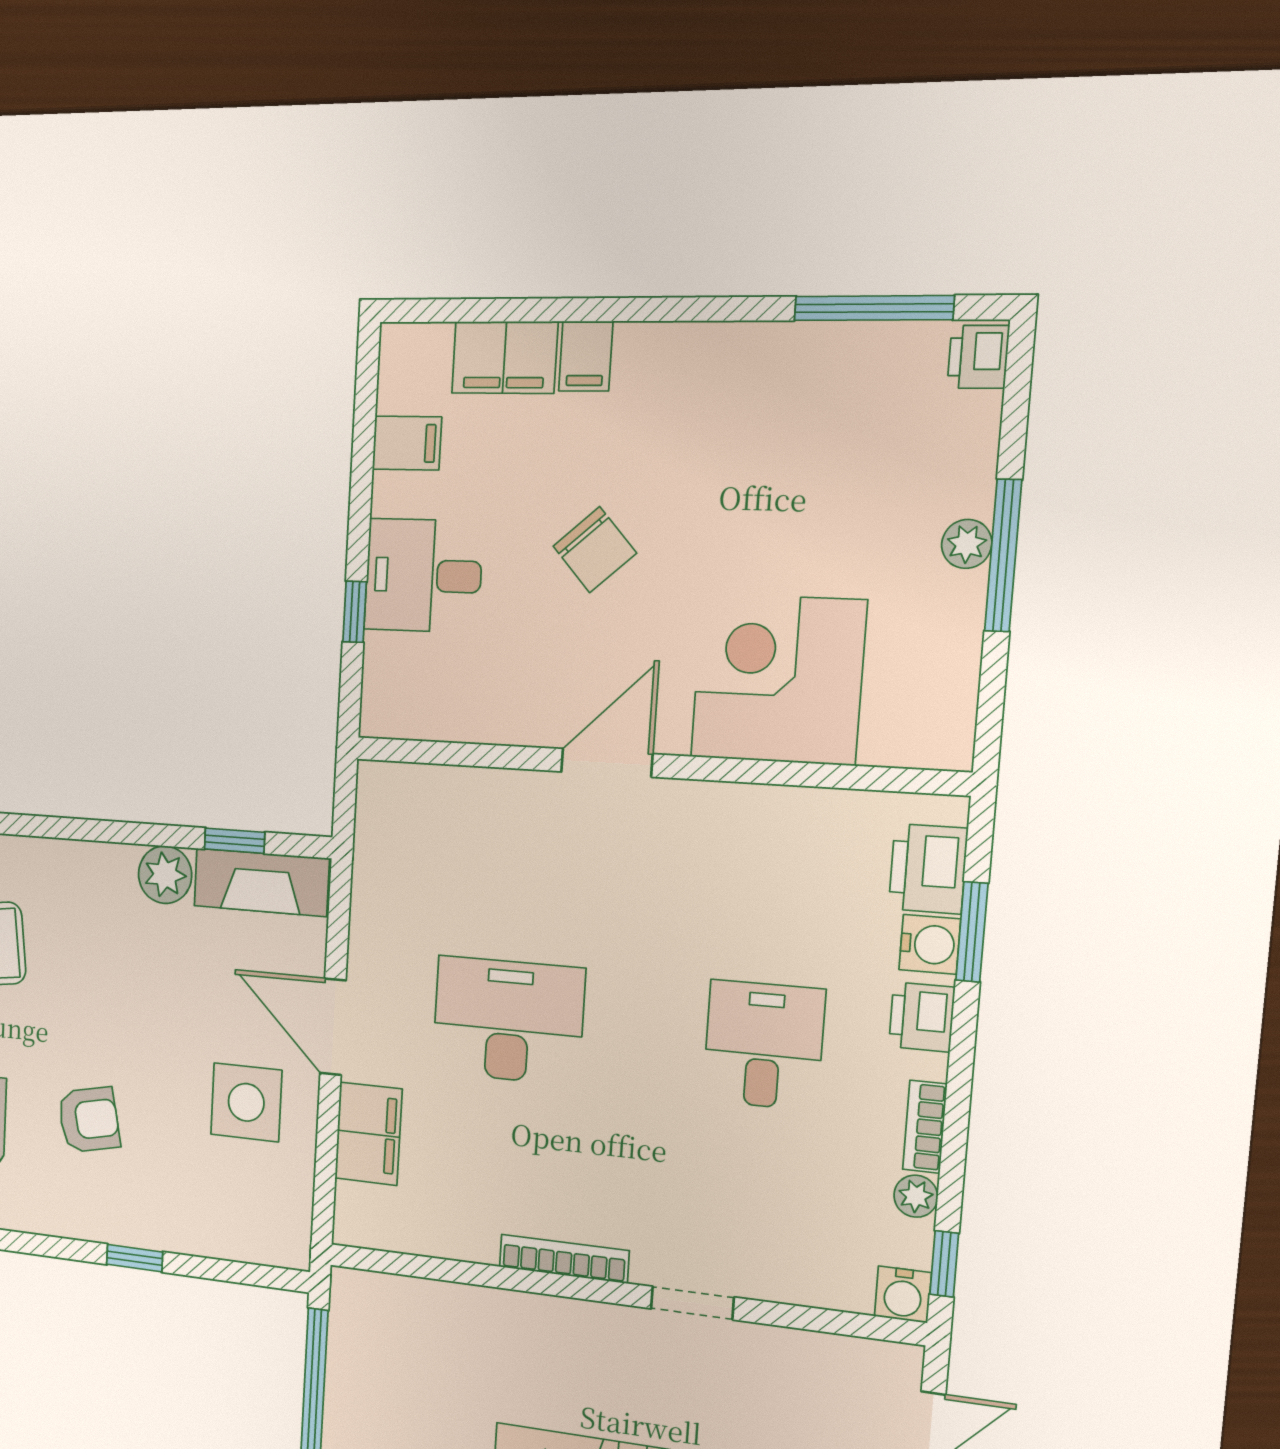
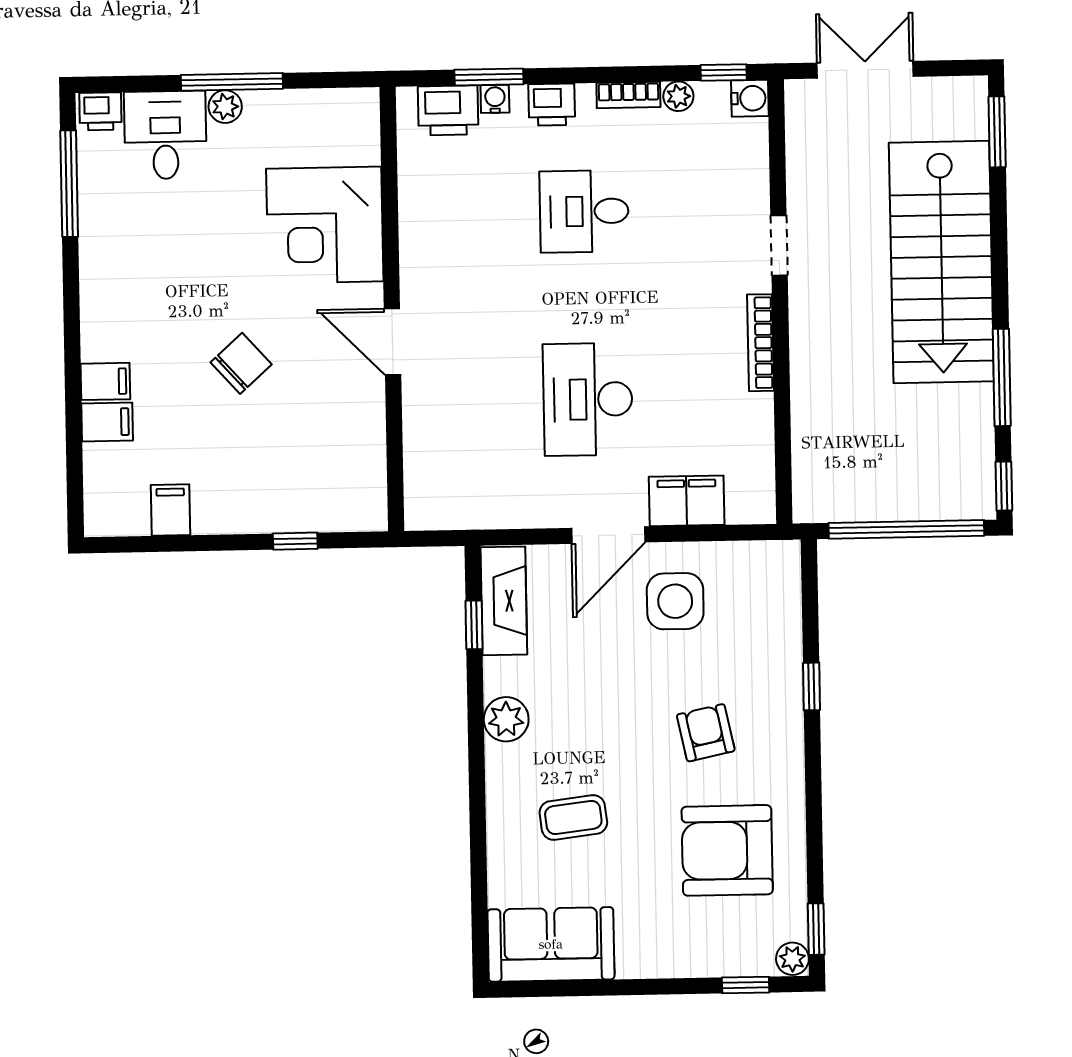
filing cabinet: (505, 357) -> (107, 422), width x0.50
desk: (423, 576) -> (165, 135), moved, turned 180
plant: (165, 875) -> (506, 719), moved
water cooler: (930, 944) -> (495, 99), width x0.72, depth x0.72

